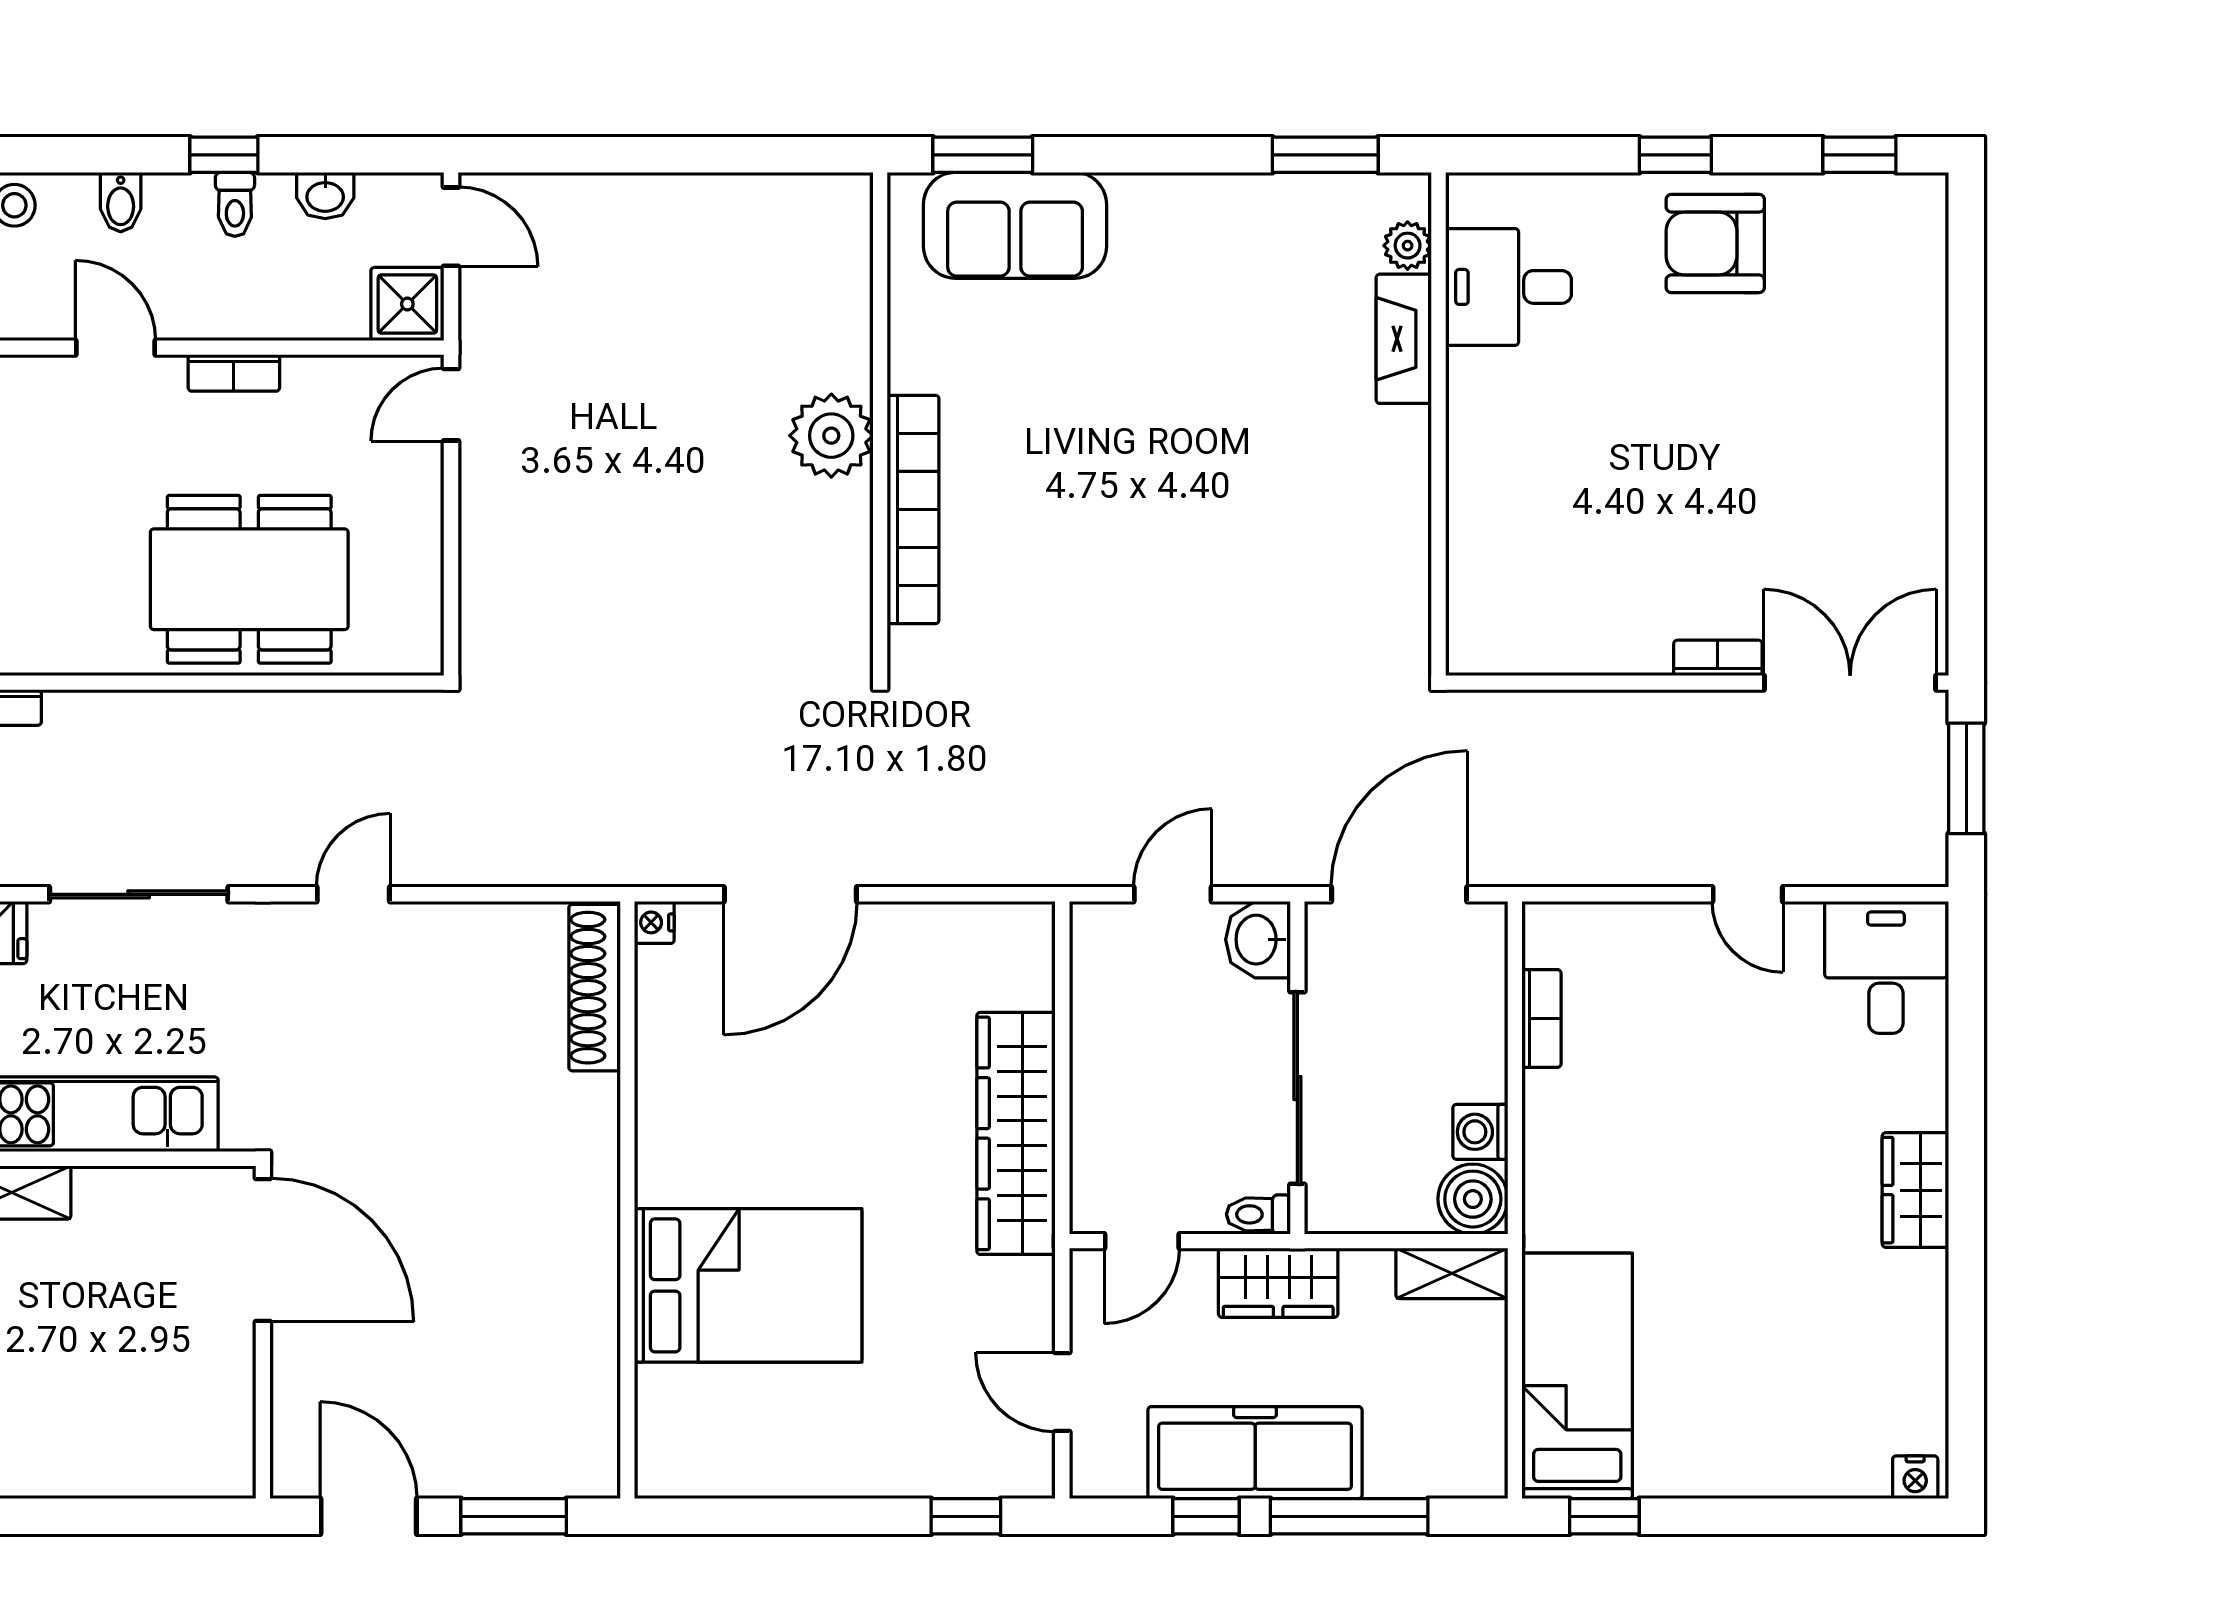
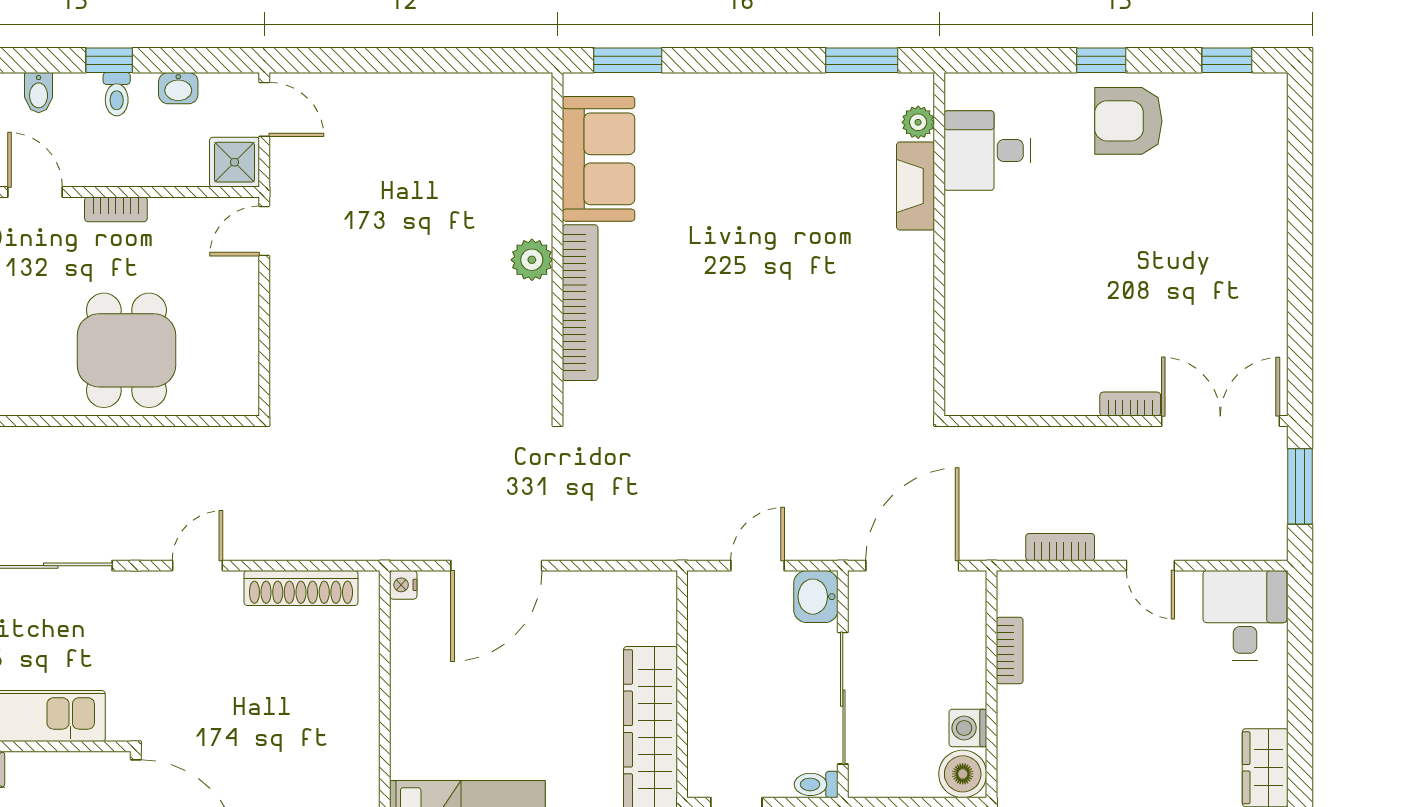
sofa: (1015, 225) -> (599, 159), moved, turned -90
plant: (831, 436) -> (532, 260), width x0.73, depth x0.73
dining table: (249, 579) -> (126, 350), width x0.73
bookcase: (1615, 867) -> (1060, 547), added
shoe rack: (595, 988) -> (301, 588), moved, turned -90

